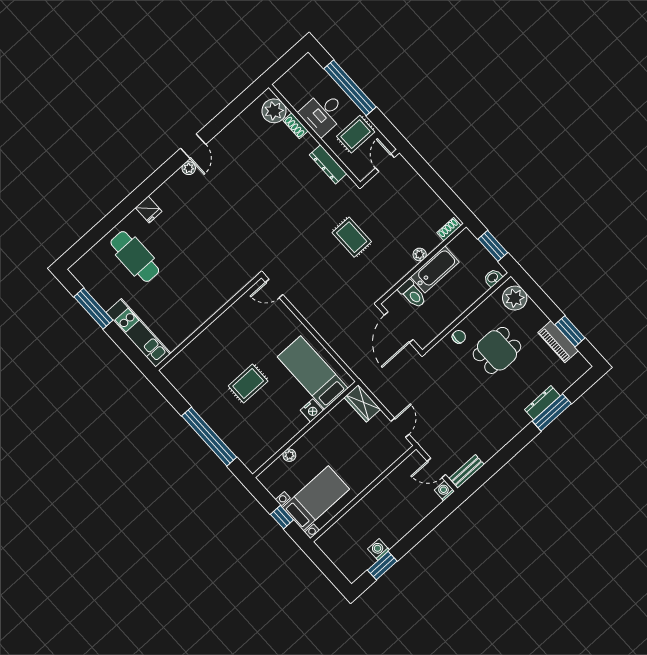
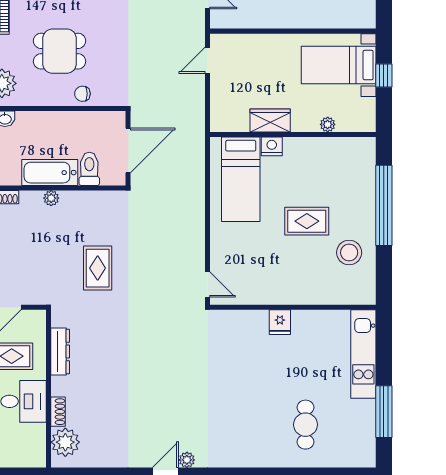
fridge: (149, 210) -> (280, 322), moved, turned 180
cafe table: (135, 257) -> (305, 425), width x0.73, depth x0.74
stool: (204, 388) -> (349, 253), added
wardrobe: (362, 403) -> (270, 120), moved, turned -90

